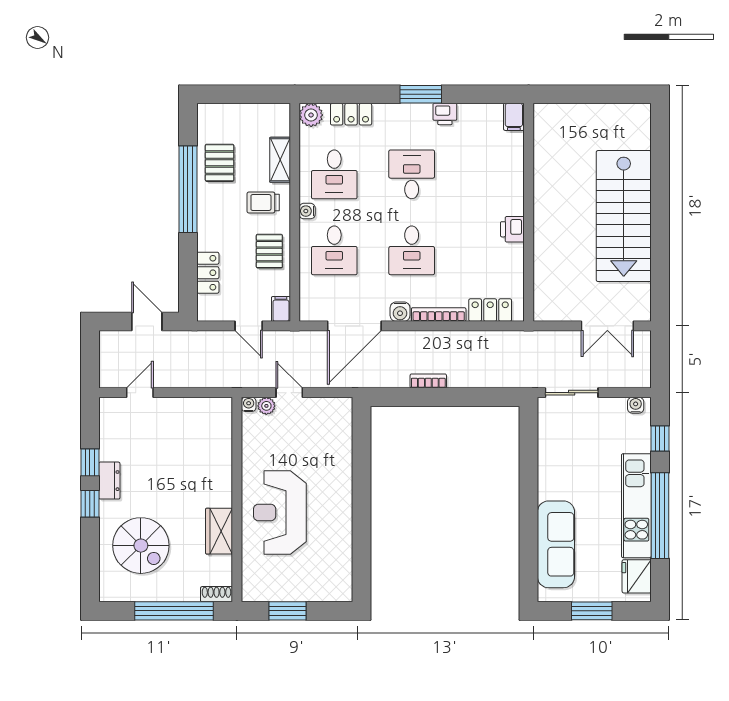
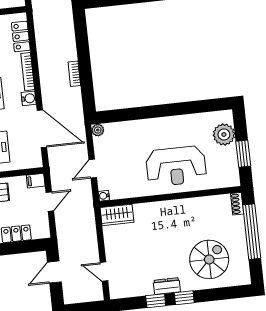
plant: (266, 406) -> (98, 130), moved
wardrobe: (219, 531) -> (117, 215), moved
plant: (318, 586) -> (224, 134), added

